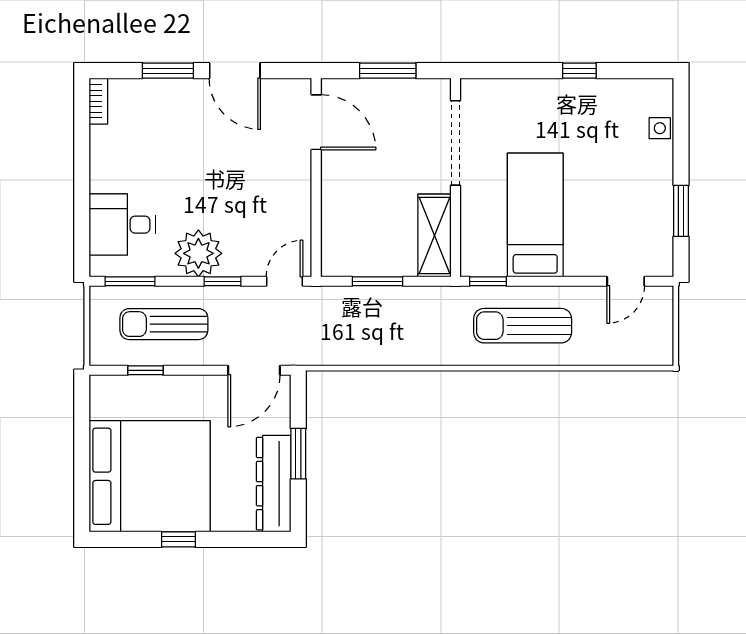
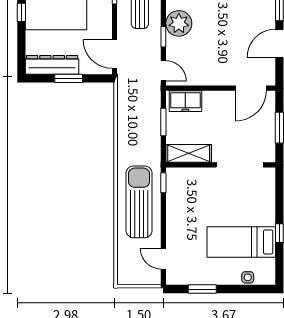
bed: (535, 215) -> (241, 242), moved, turned 180
freezer: (340, 241) -> (185, 101), added
sun lounger: (523, 326) -> (139, 202), width x1.36, depth x1.34

